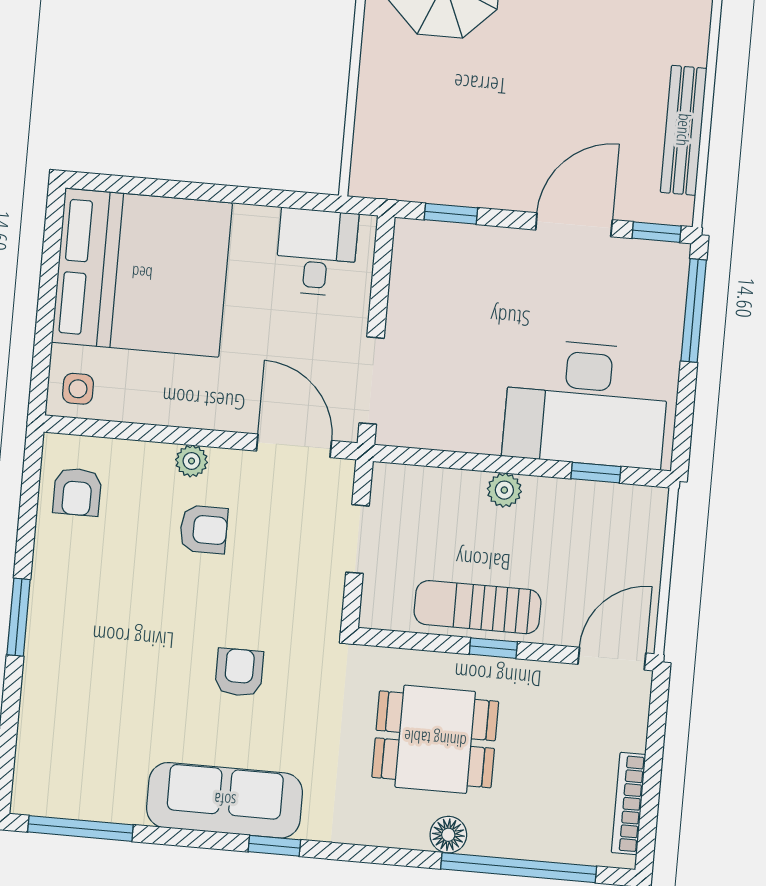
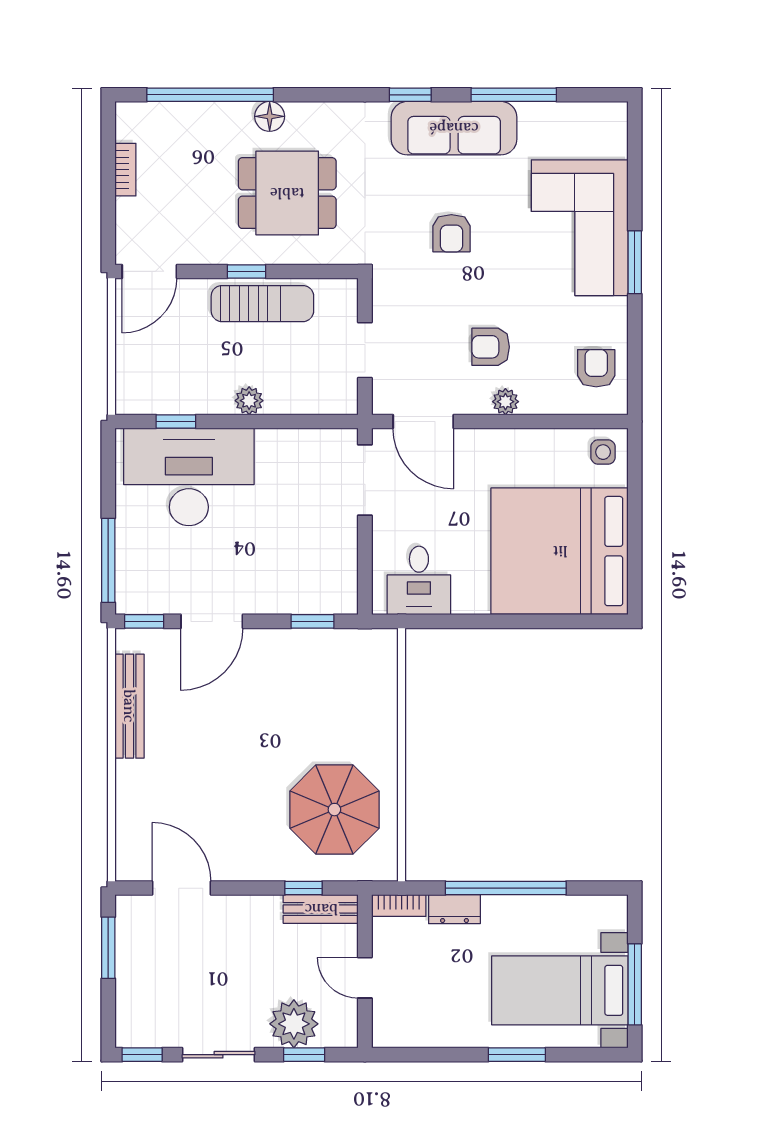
corner sofa: (82, 665) -> (580, 228), added
bookcase: (629, 804) -> (125, 170), width x0.64
window: (80, 828) -> (514, 95), moved

